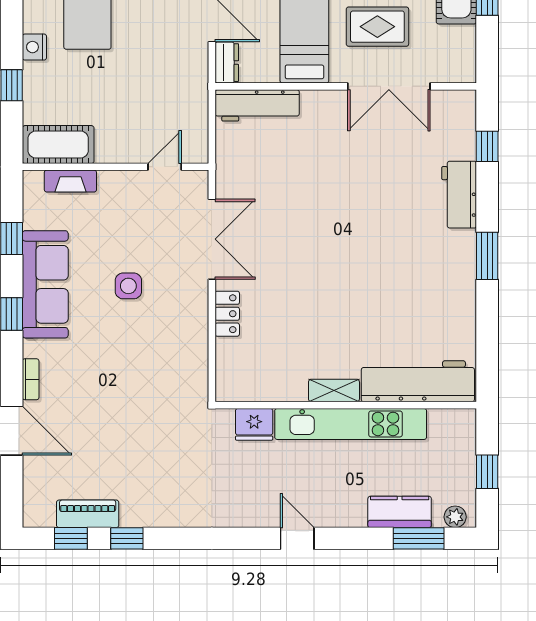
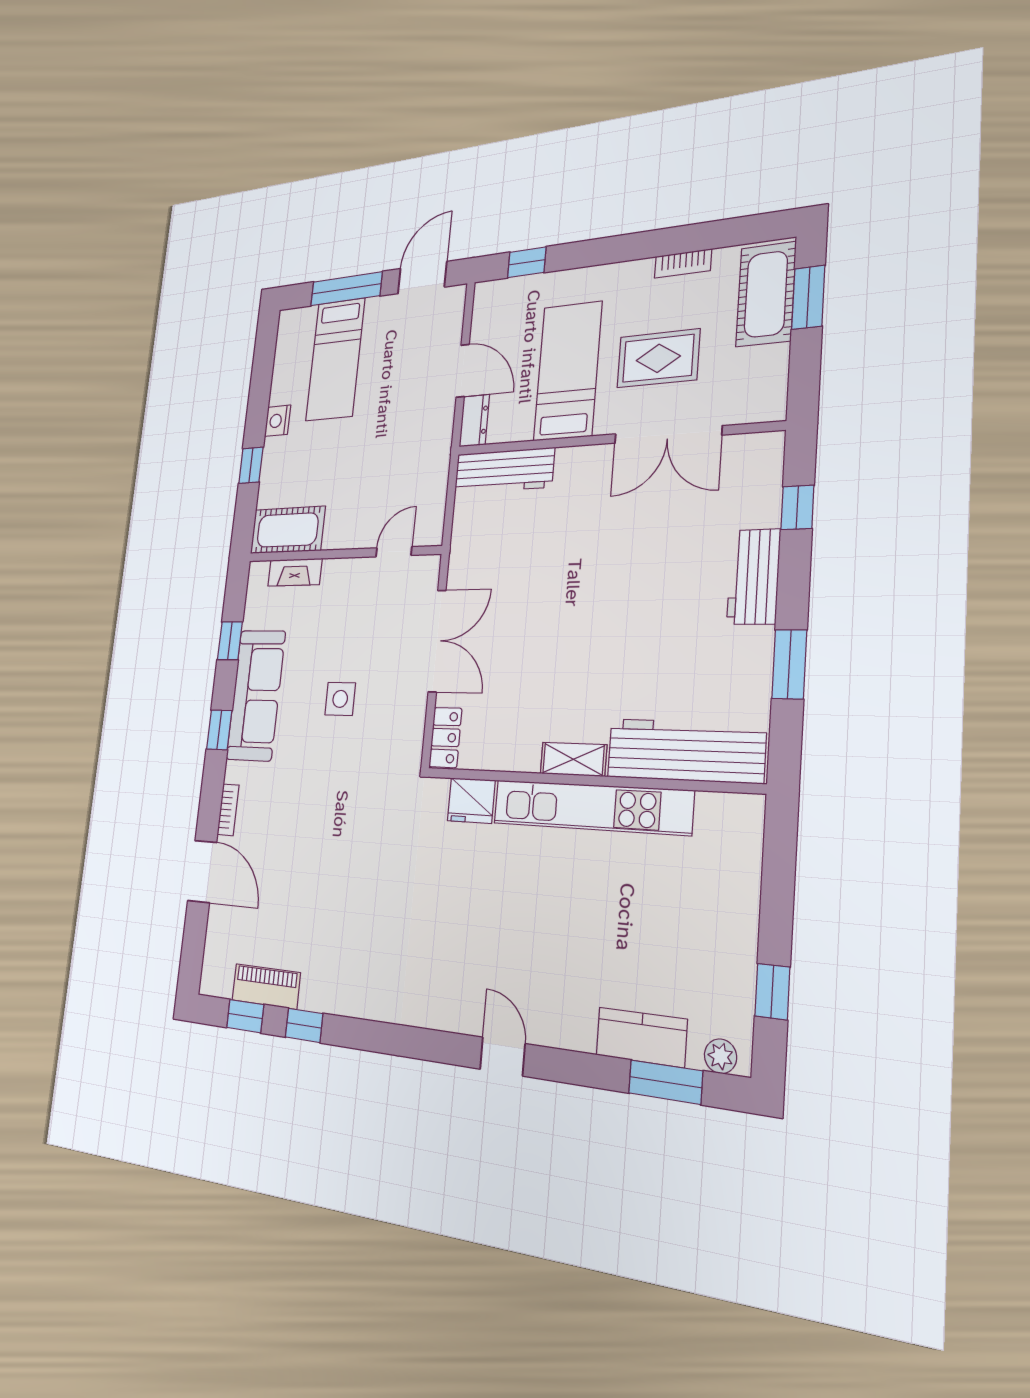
workbench: (418, 381) -> (685, 751), moved
shelving: (334, 390) -> (573, 759), moved
wall: (346, 405) -> (587, 780), moved
fridge: (254, 424) -> (471, 801), moved
kitchen unit: (351, 424) -> (591, 807), moved

